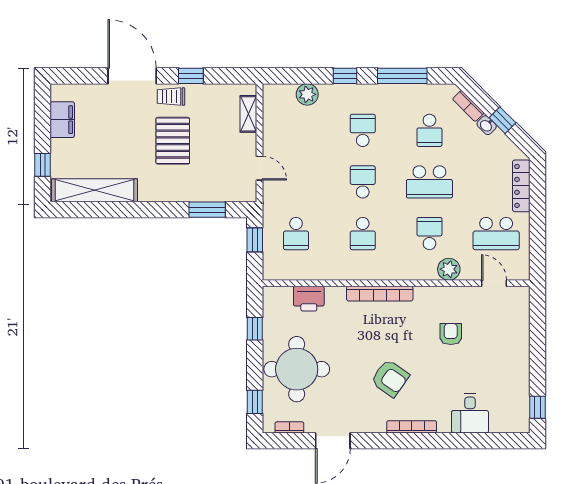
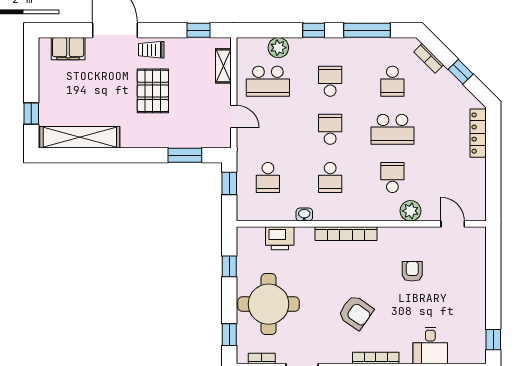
window: (191, 76) -> (199, 30), moved
filing cabinet: (62, 120) -> (68, 49), moved, turned 90
washbasin: (487, 125) -> (304, 215), moved, turned 135
school desk: (496, 234) -> (268, 81), moved

